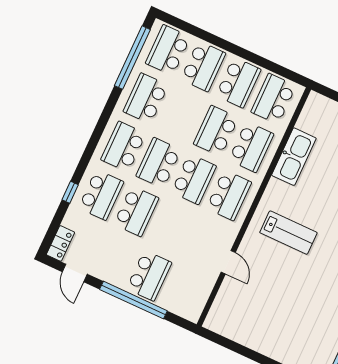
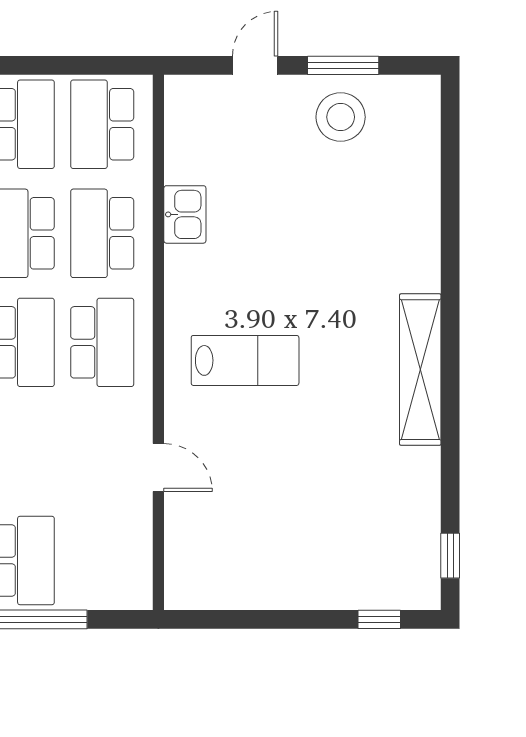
school desk: (251, 147) -> (102, 233), turned 180
kitchen sink: (294, 157) -> (185, 214), width x0.53, depth x0.81

